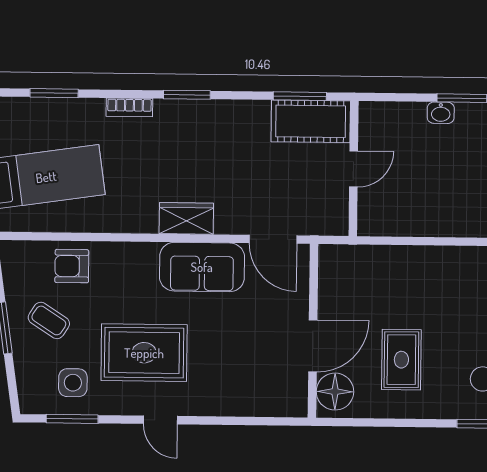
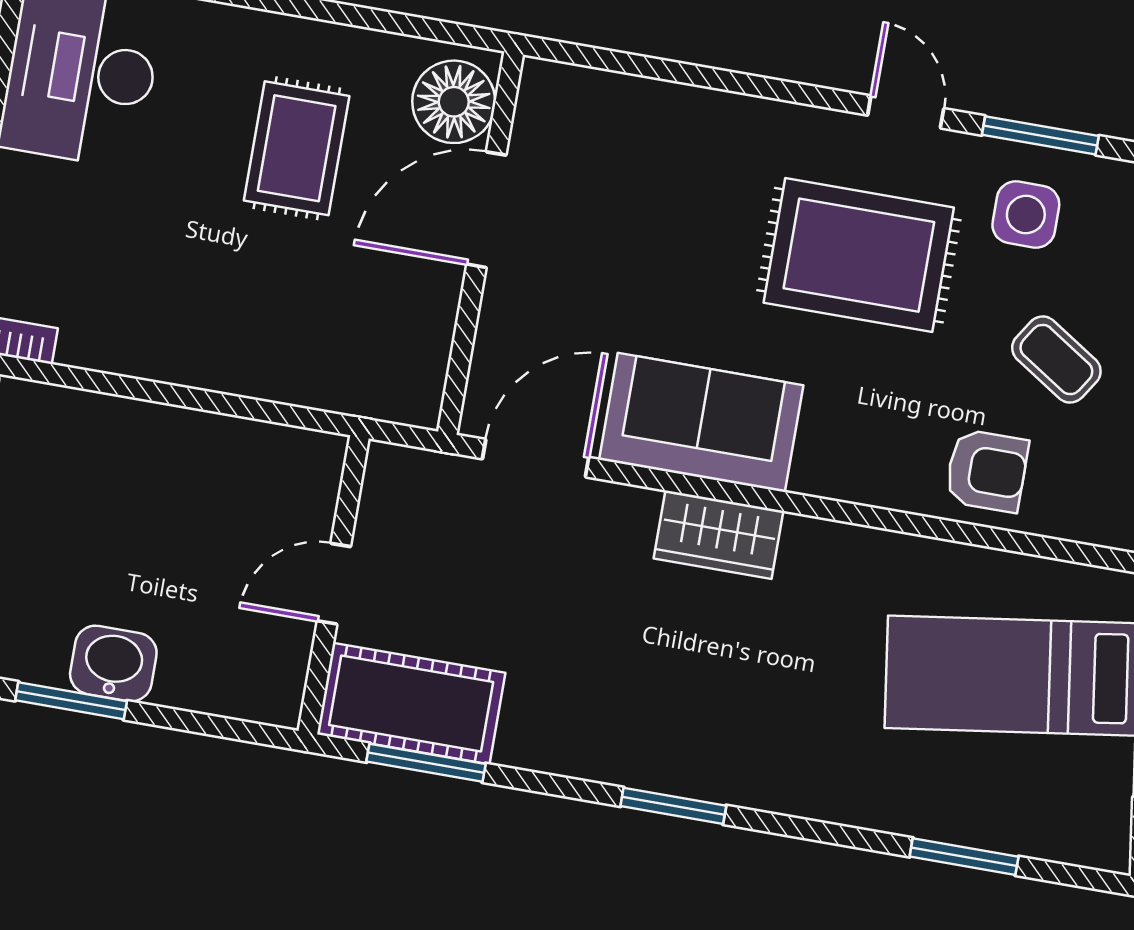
bookcase: (129, 107) -> (804, 798), removed
washbasin: (441, 113) -> (113, 664), width x1.38, depth x1.45
door: (273, 239) -> (536, 458), hinge flipped
door: (160, 420) -> (906, 112), moved

